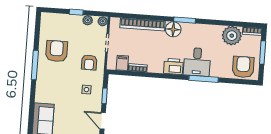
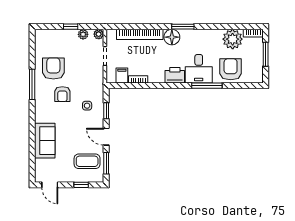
armchair: (89, 62) -> (62, 94), moved
armchair: (243, 67) -> (231, 69), moved

